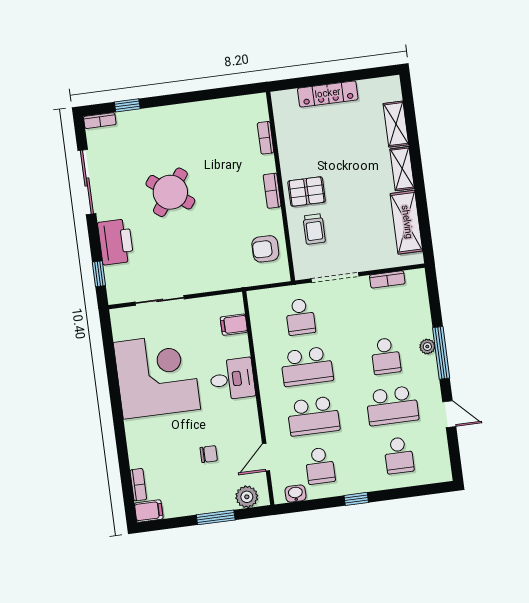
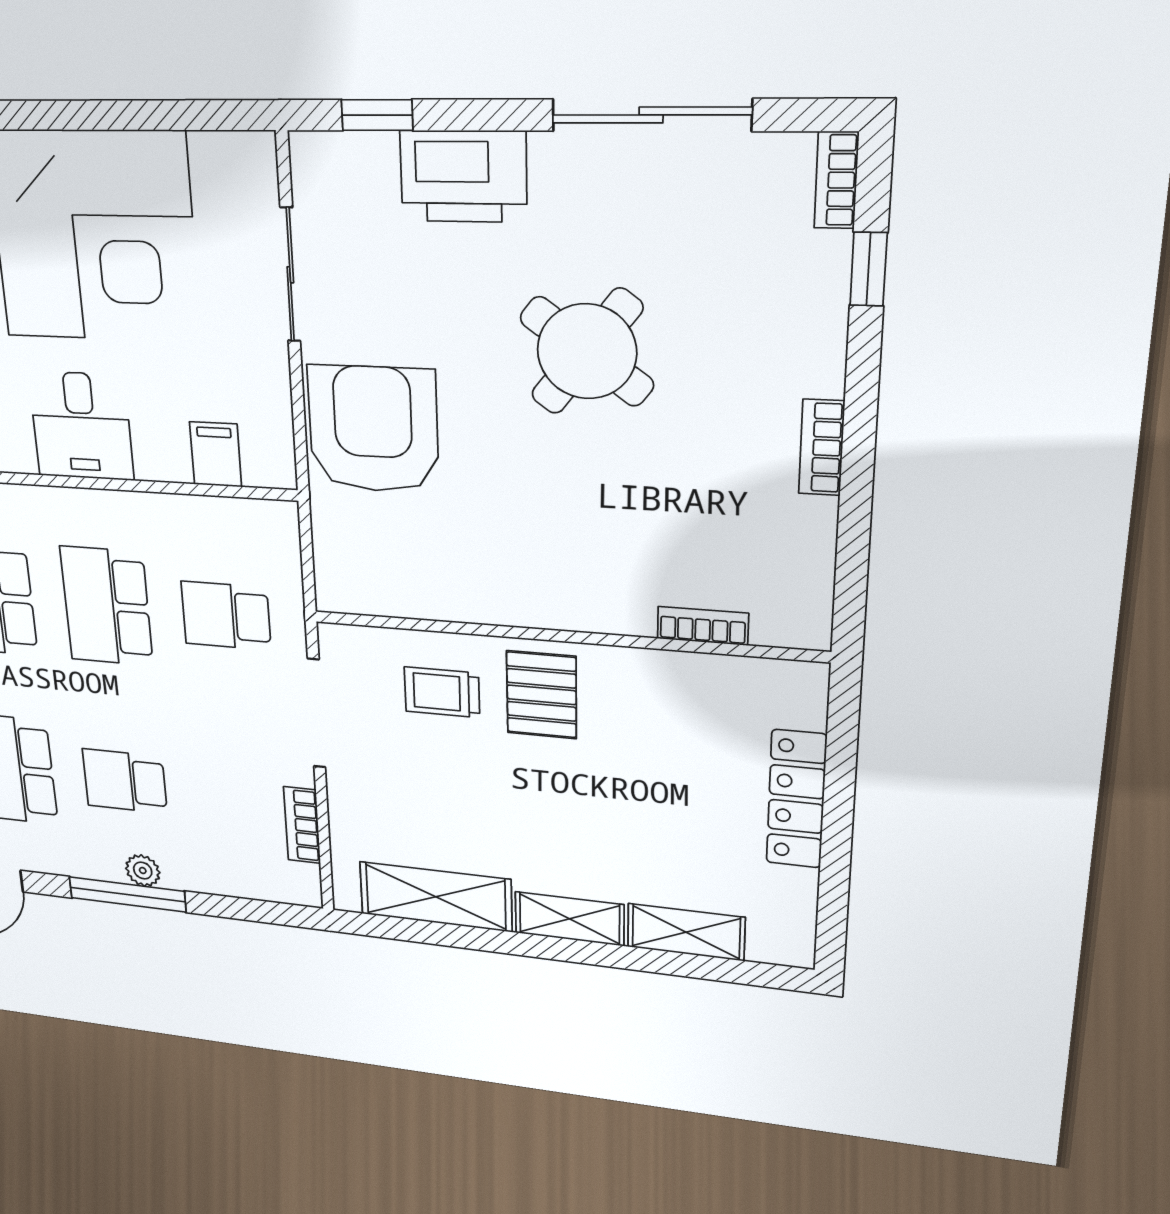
bookcase: (272, 191) -> (822, 448), moved, turned -90
armchair: (265, 249) -> (373, 429), moved, width x1.88, depth x1.88

